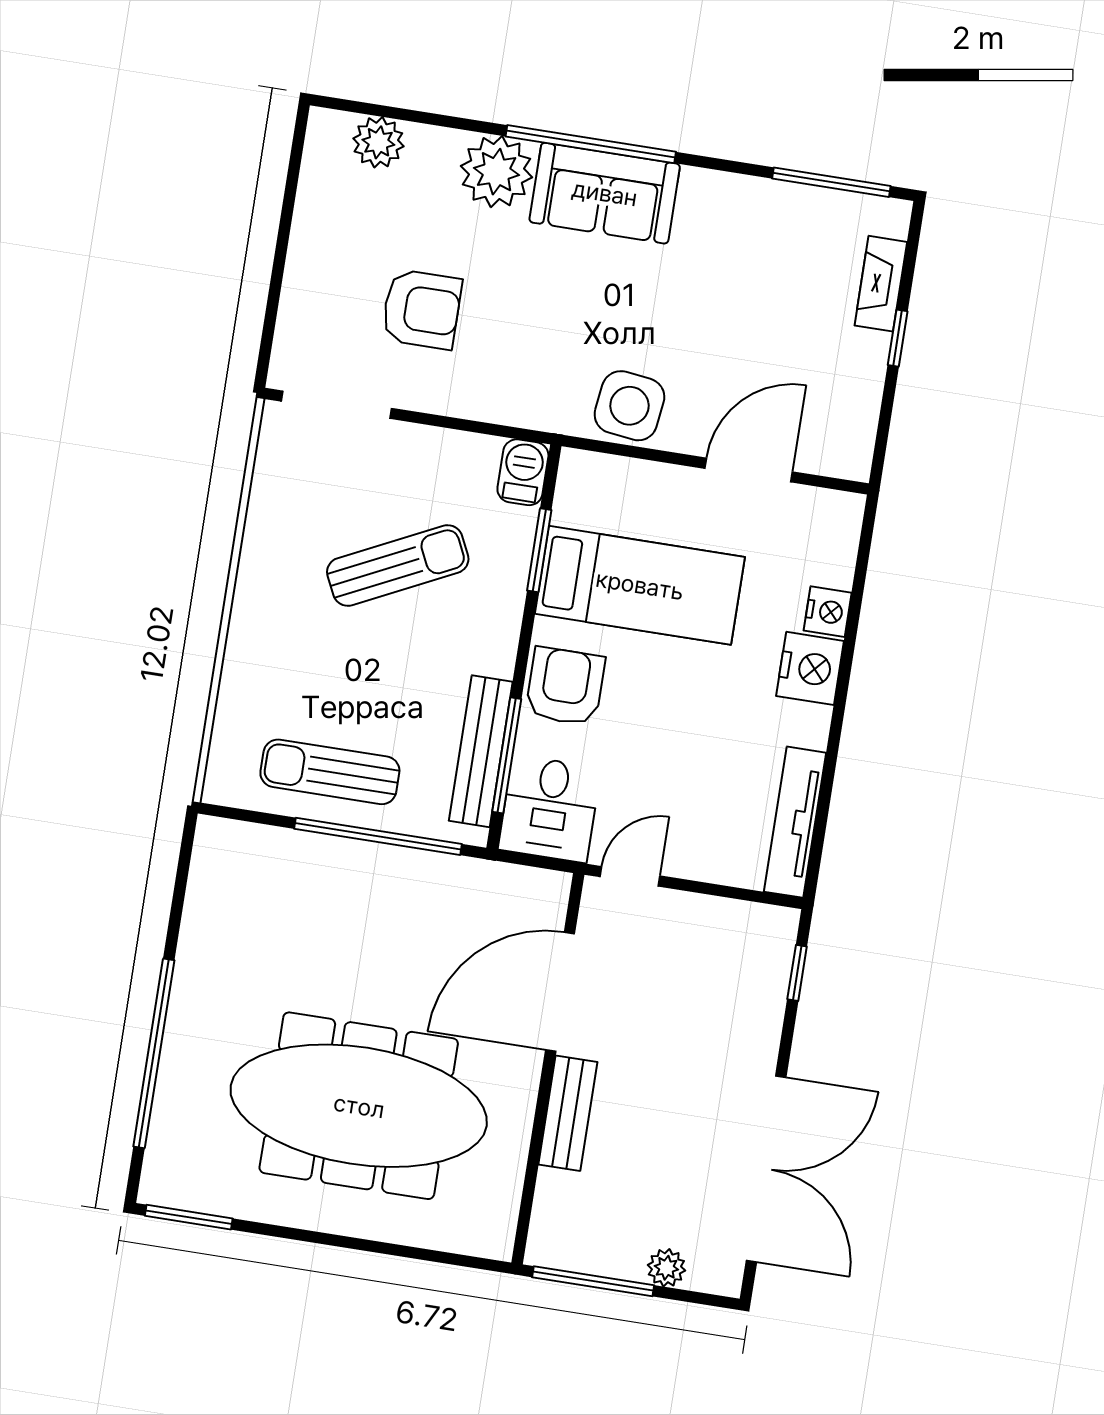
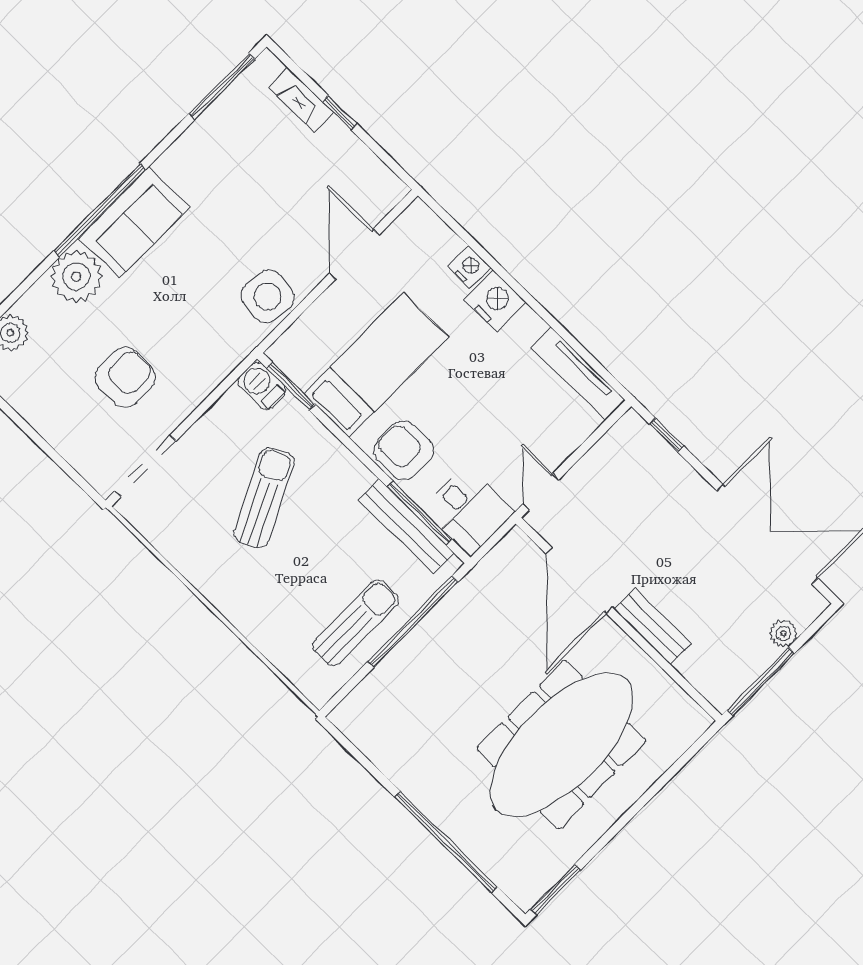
window: (539, 550) -> (291, 386), moved
sun lounger: (330, 772) -> (356, 623), turned 180

